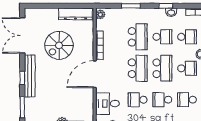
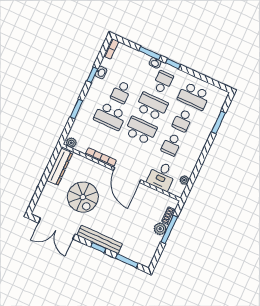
school desk: (138, 37) -> (110, 116), turned 180
school desk: (162, 37) -> (121, 92), turned 180
school desk: (187, 37) -> (132, 68), removed
school desk: (187, 100) -> (194, 96), width x1.85

